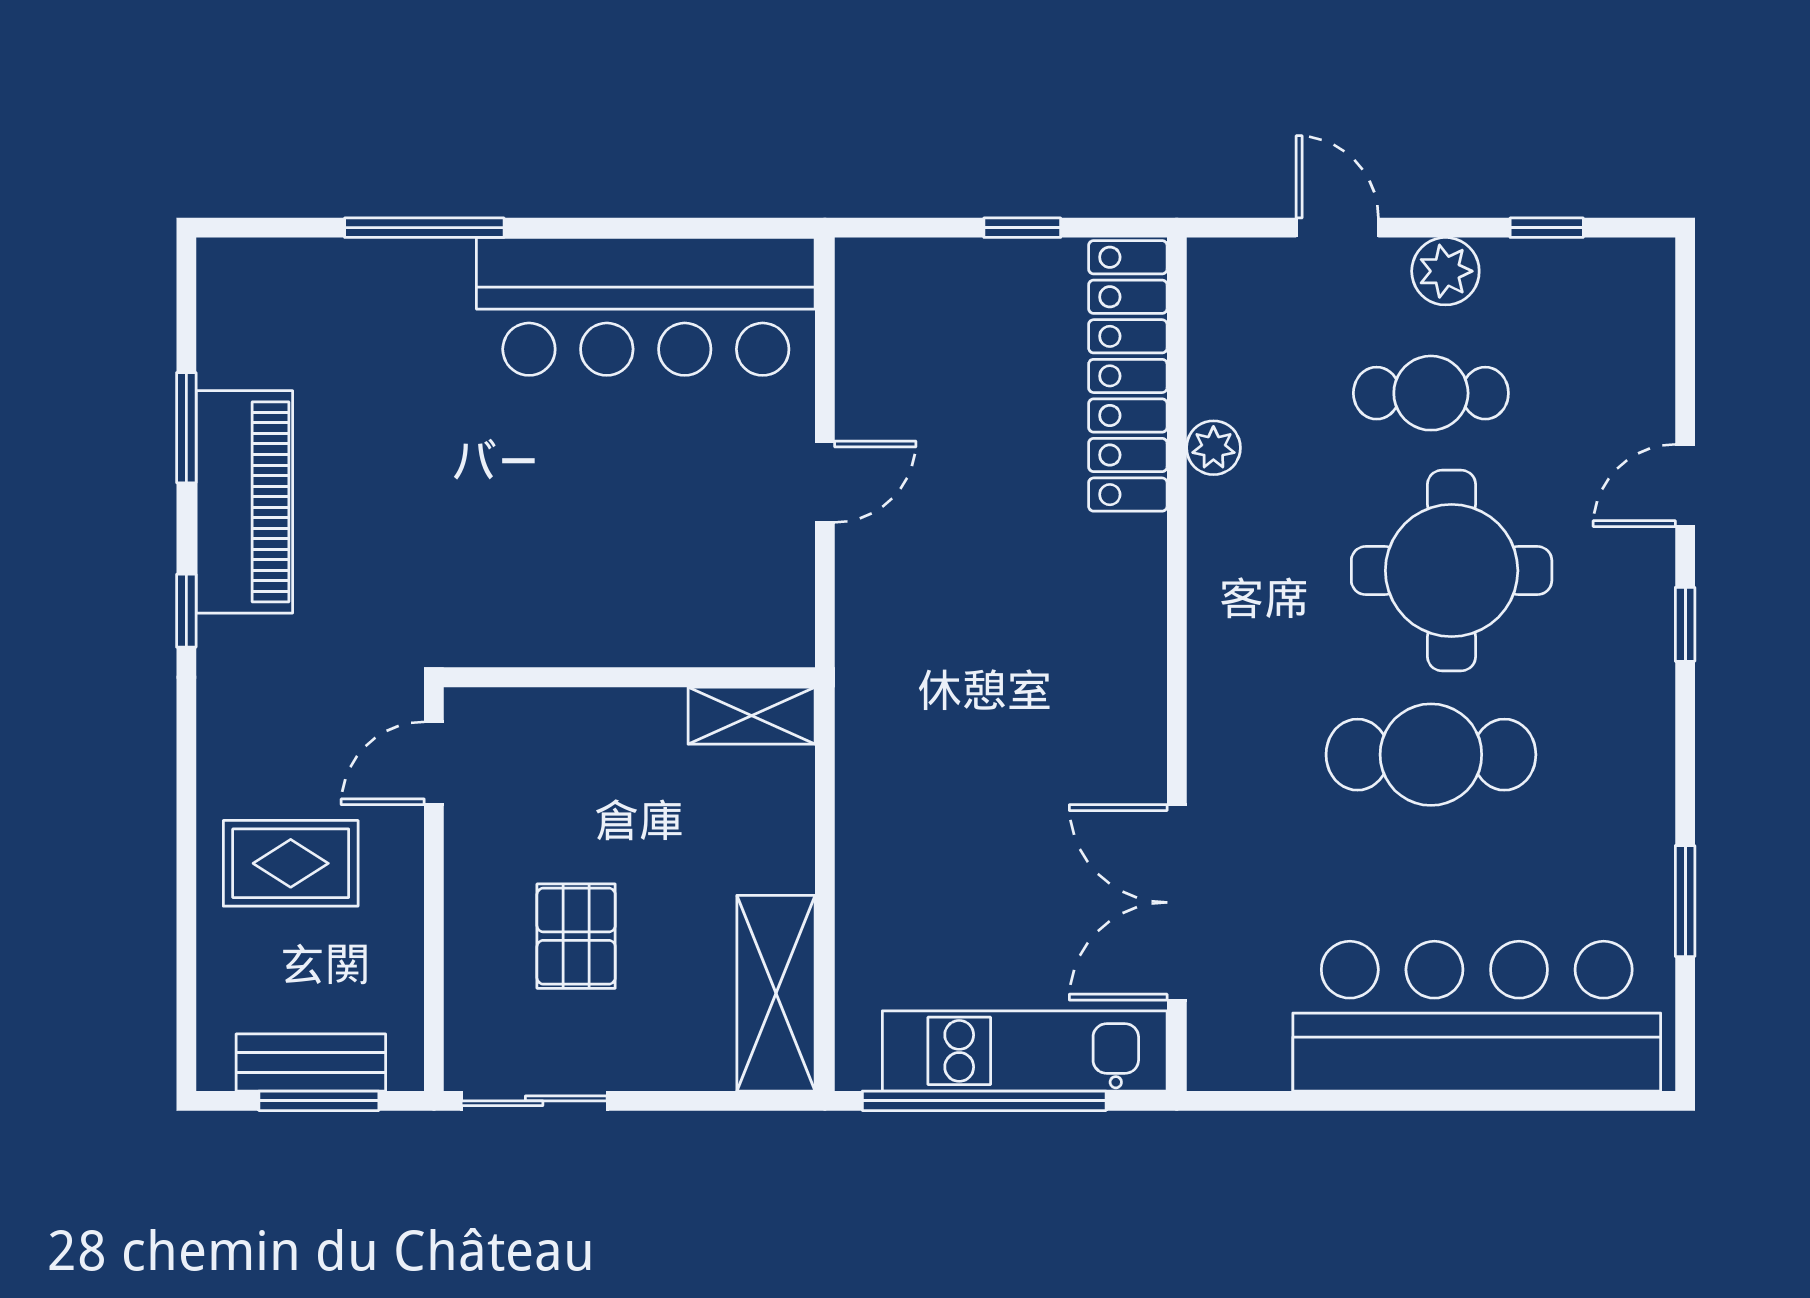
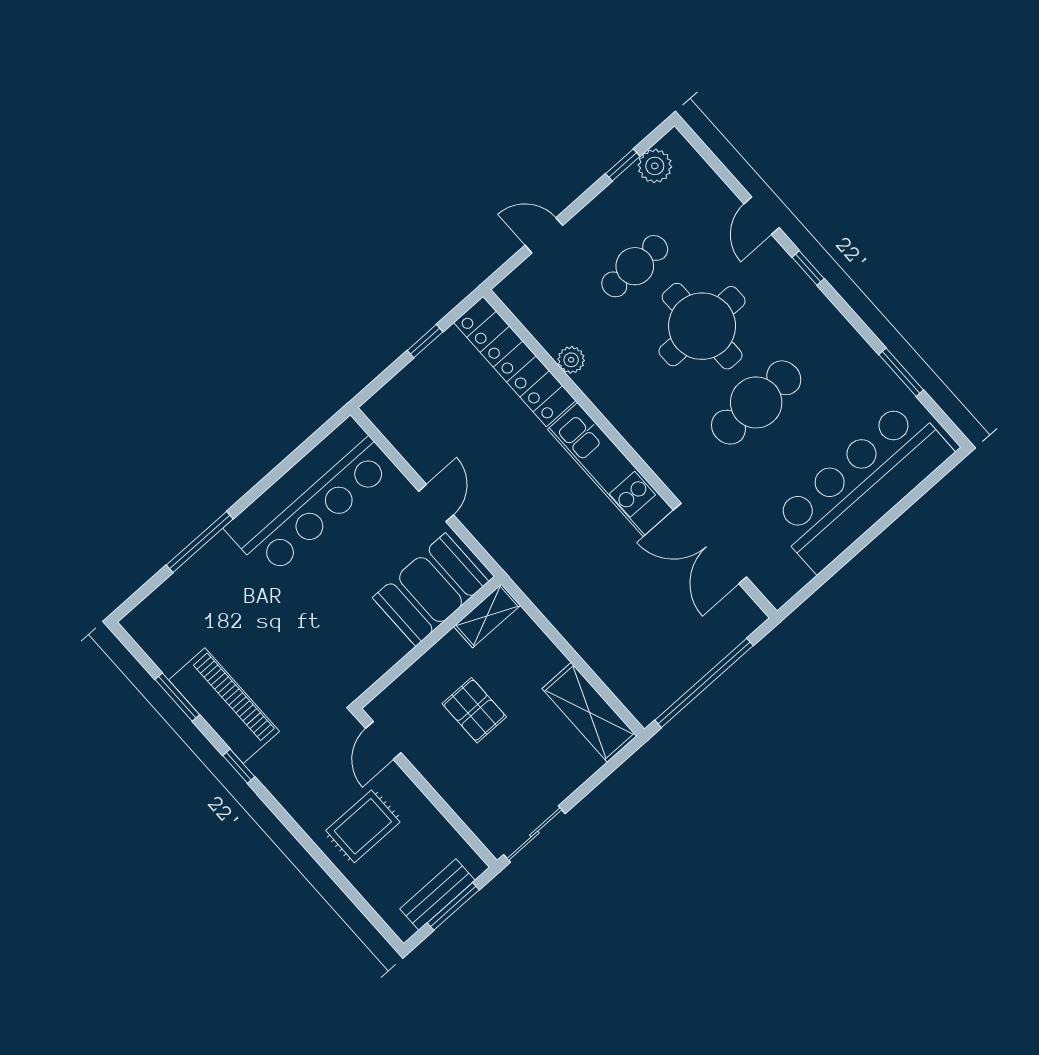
plant: (1445, 271) -> (655, 166), moved
booth: (703, 602) -> (431, 590), added
pallet: (576, 936) -> (474, 710), moved
kitchen unit: (1025, 1051) -> (610, 470), moved, turned -90

